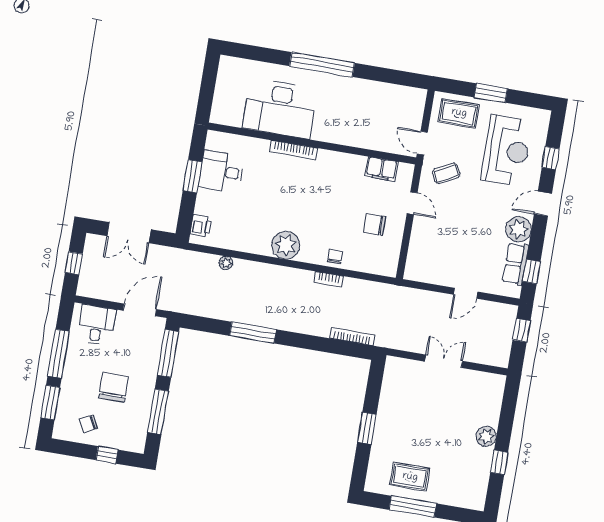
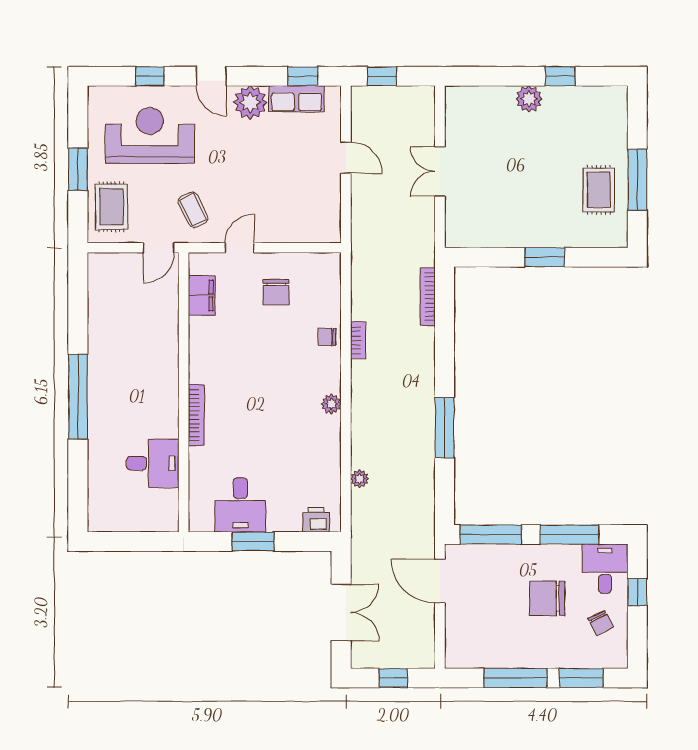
desk: (280, 108) -> (153, 463), width x0.53, depth x0.77
plant: (286, 245) -> (331, 404), width x0.53, depth x0.53
desk: (96, 325) -> (605, 569), moved, turned 90

